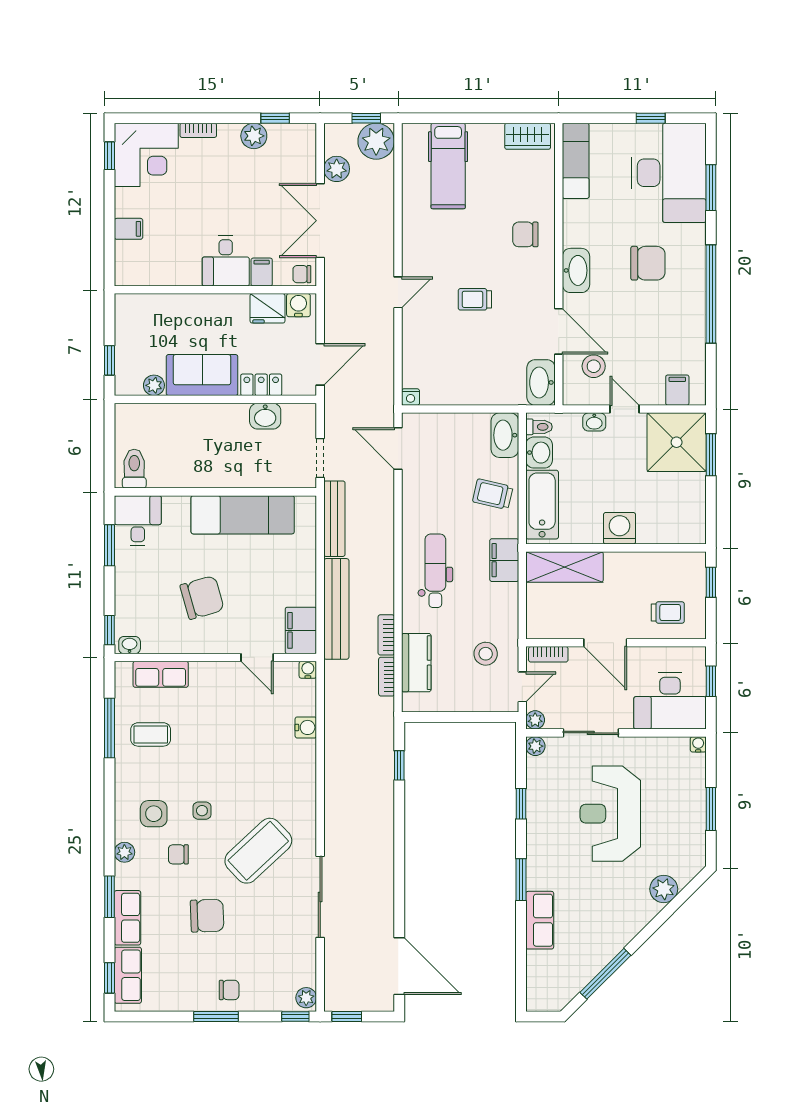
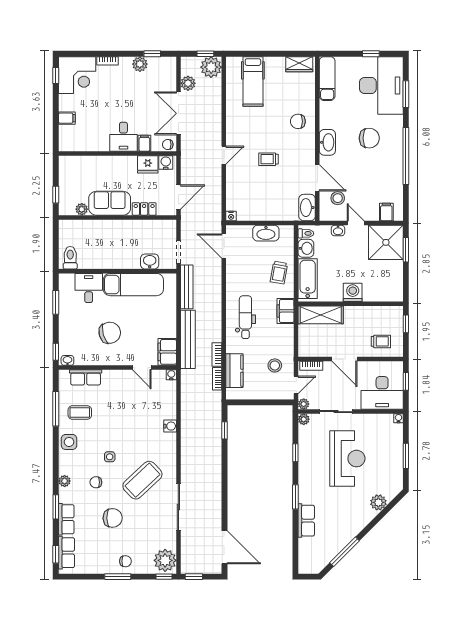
washbasin: (265, 416) -> (150, 261), moved, turned 180
washbasin: (505, 435) -> (266, 233), moved, turned -90
trolley: (493, 494) -> (279, 273), turned -93
desk: (138, 521) -> (89, 288), moved
water cooler: (306, 727) -> (170, 426), moved
side table: (154, 814) -> (69, 442), moved
reception desk: (610, 814) -> (347, 459), turned 180
plant: (306, 998) -> (165, 560), width x1.88, depth x1.88

